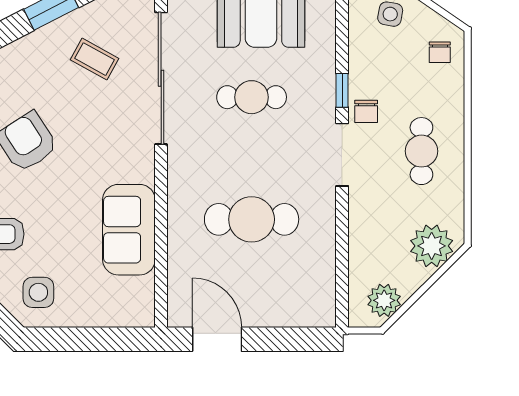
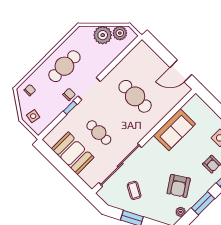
cafe table: (421, 151) -> (64, 66), width x1.37, depth x1.35
plant: (432, 246) -> (103, 35), moved
door: (217, 339) -> (181, 71), hinge flipped

